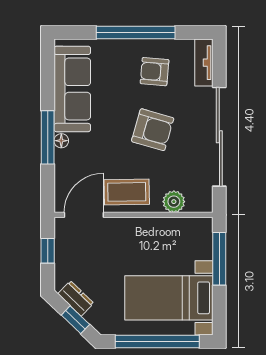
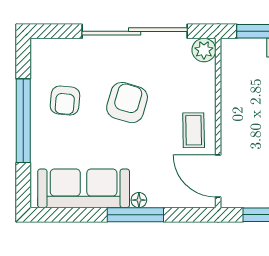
tv unit: (204, 63) -> (55, 48), removed
coffee table: (127, 192) -> (194, 130), width x0.73, depth x0.77
plant: (174, 202) -> (204, 50), moved

